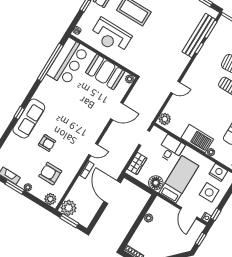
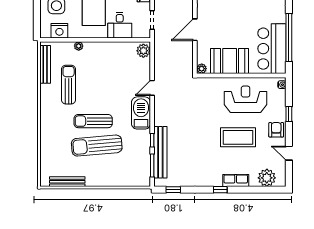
barbecue: (197, 139) -> (141, 113), moved, turned 90

